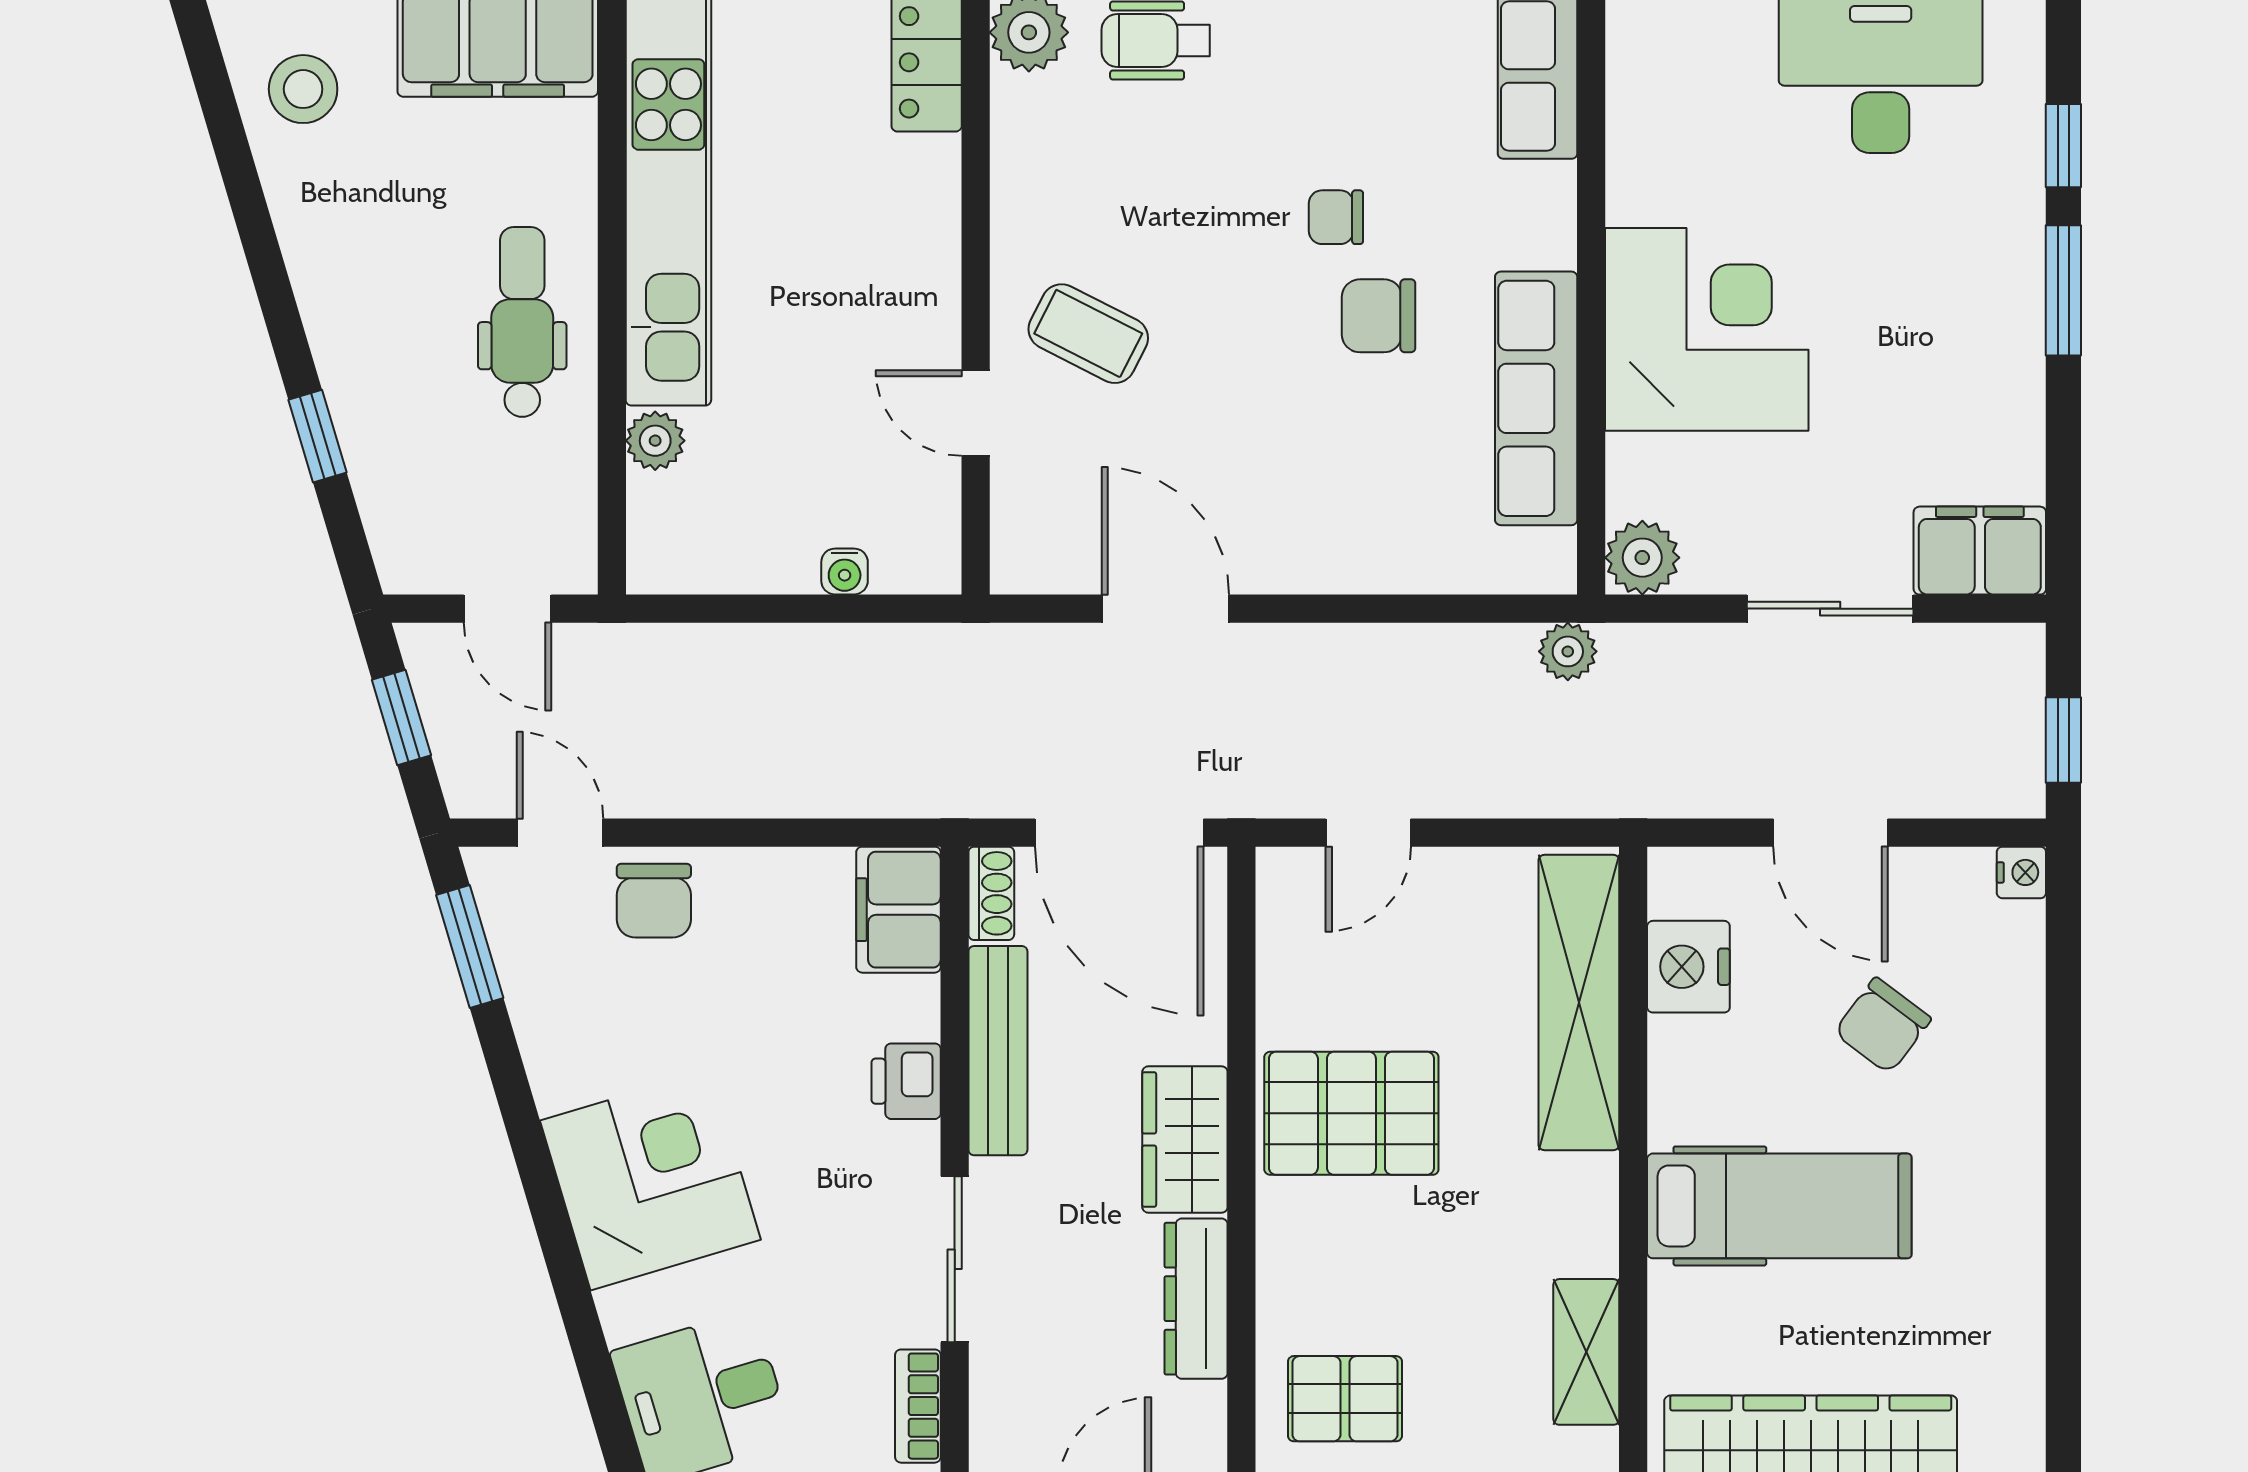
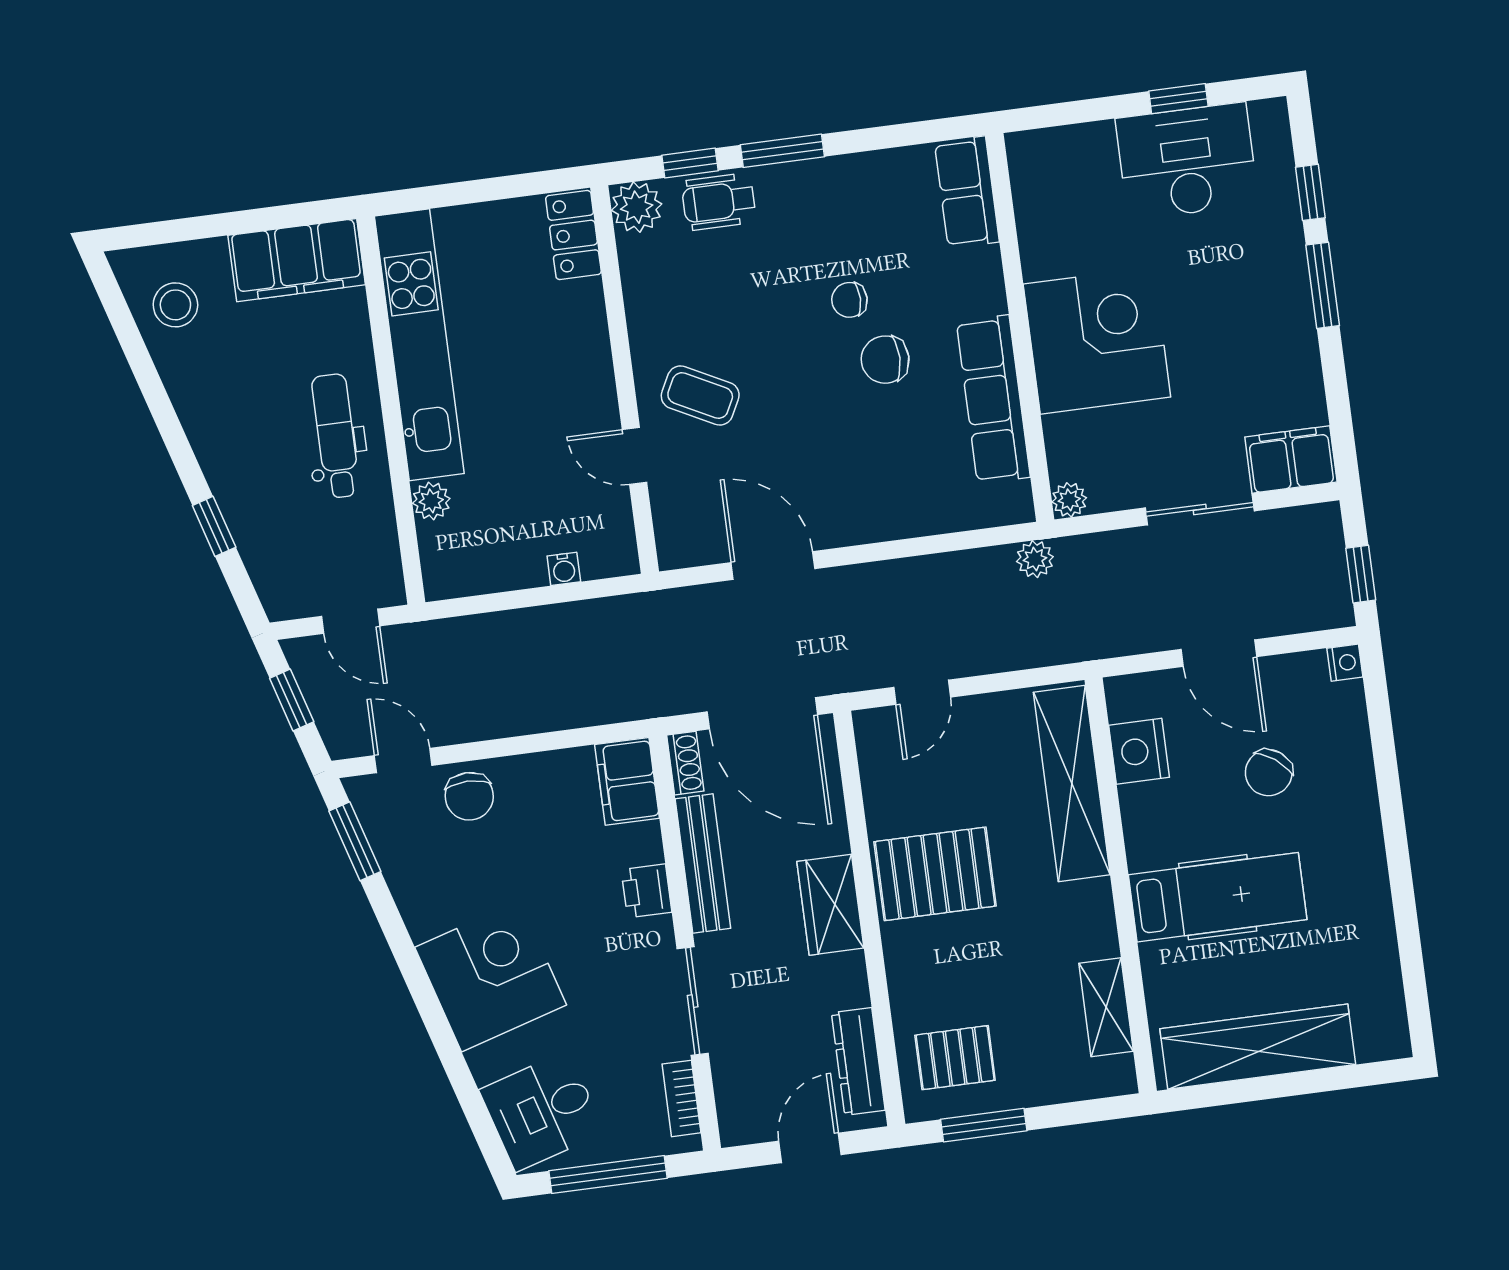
plant: (1642, 558) -> (1069, 500), width x0.73, depth x0.73
dresser: (1196, 1299) -> (858, 1062), moved

